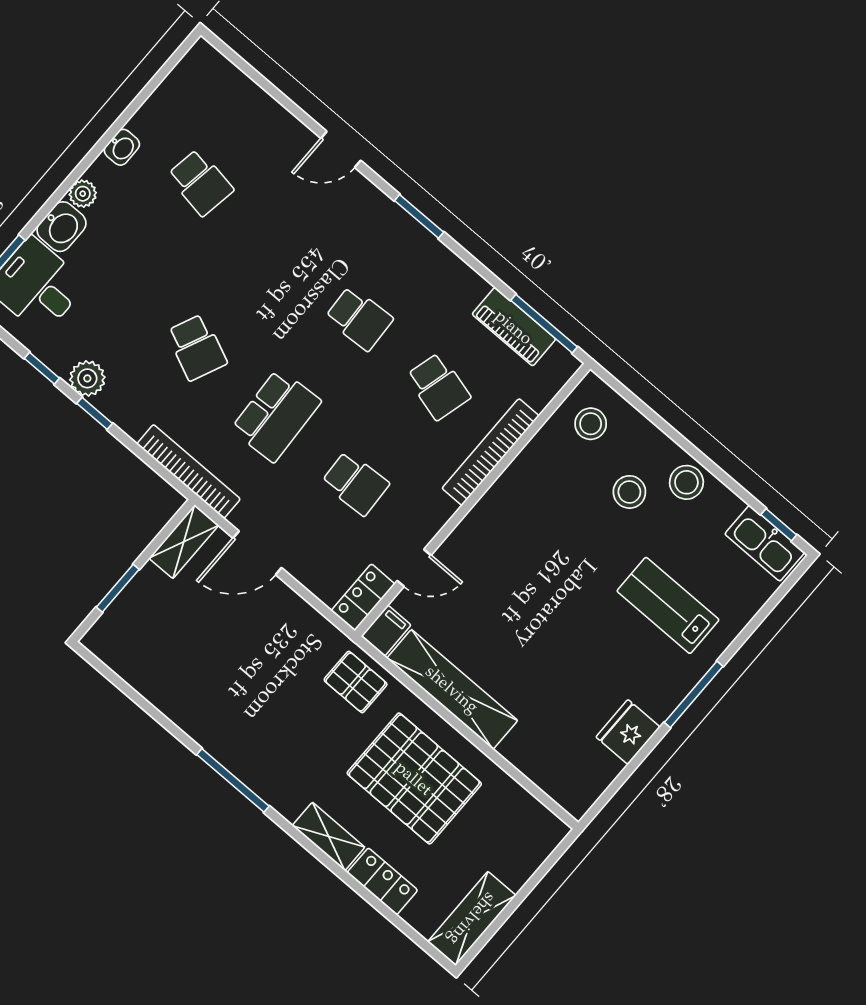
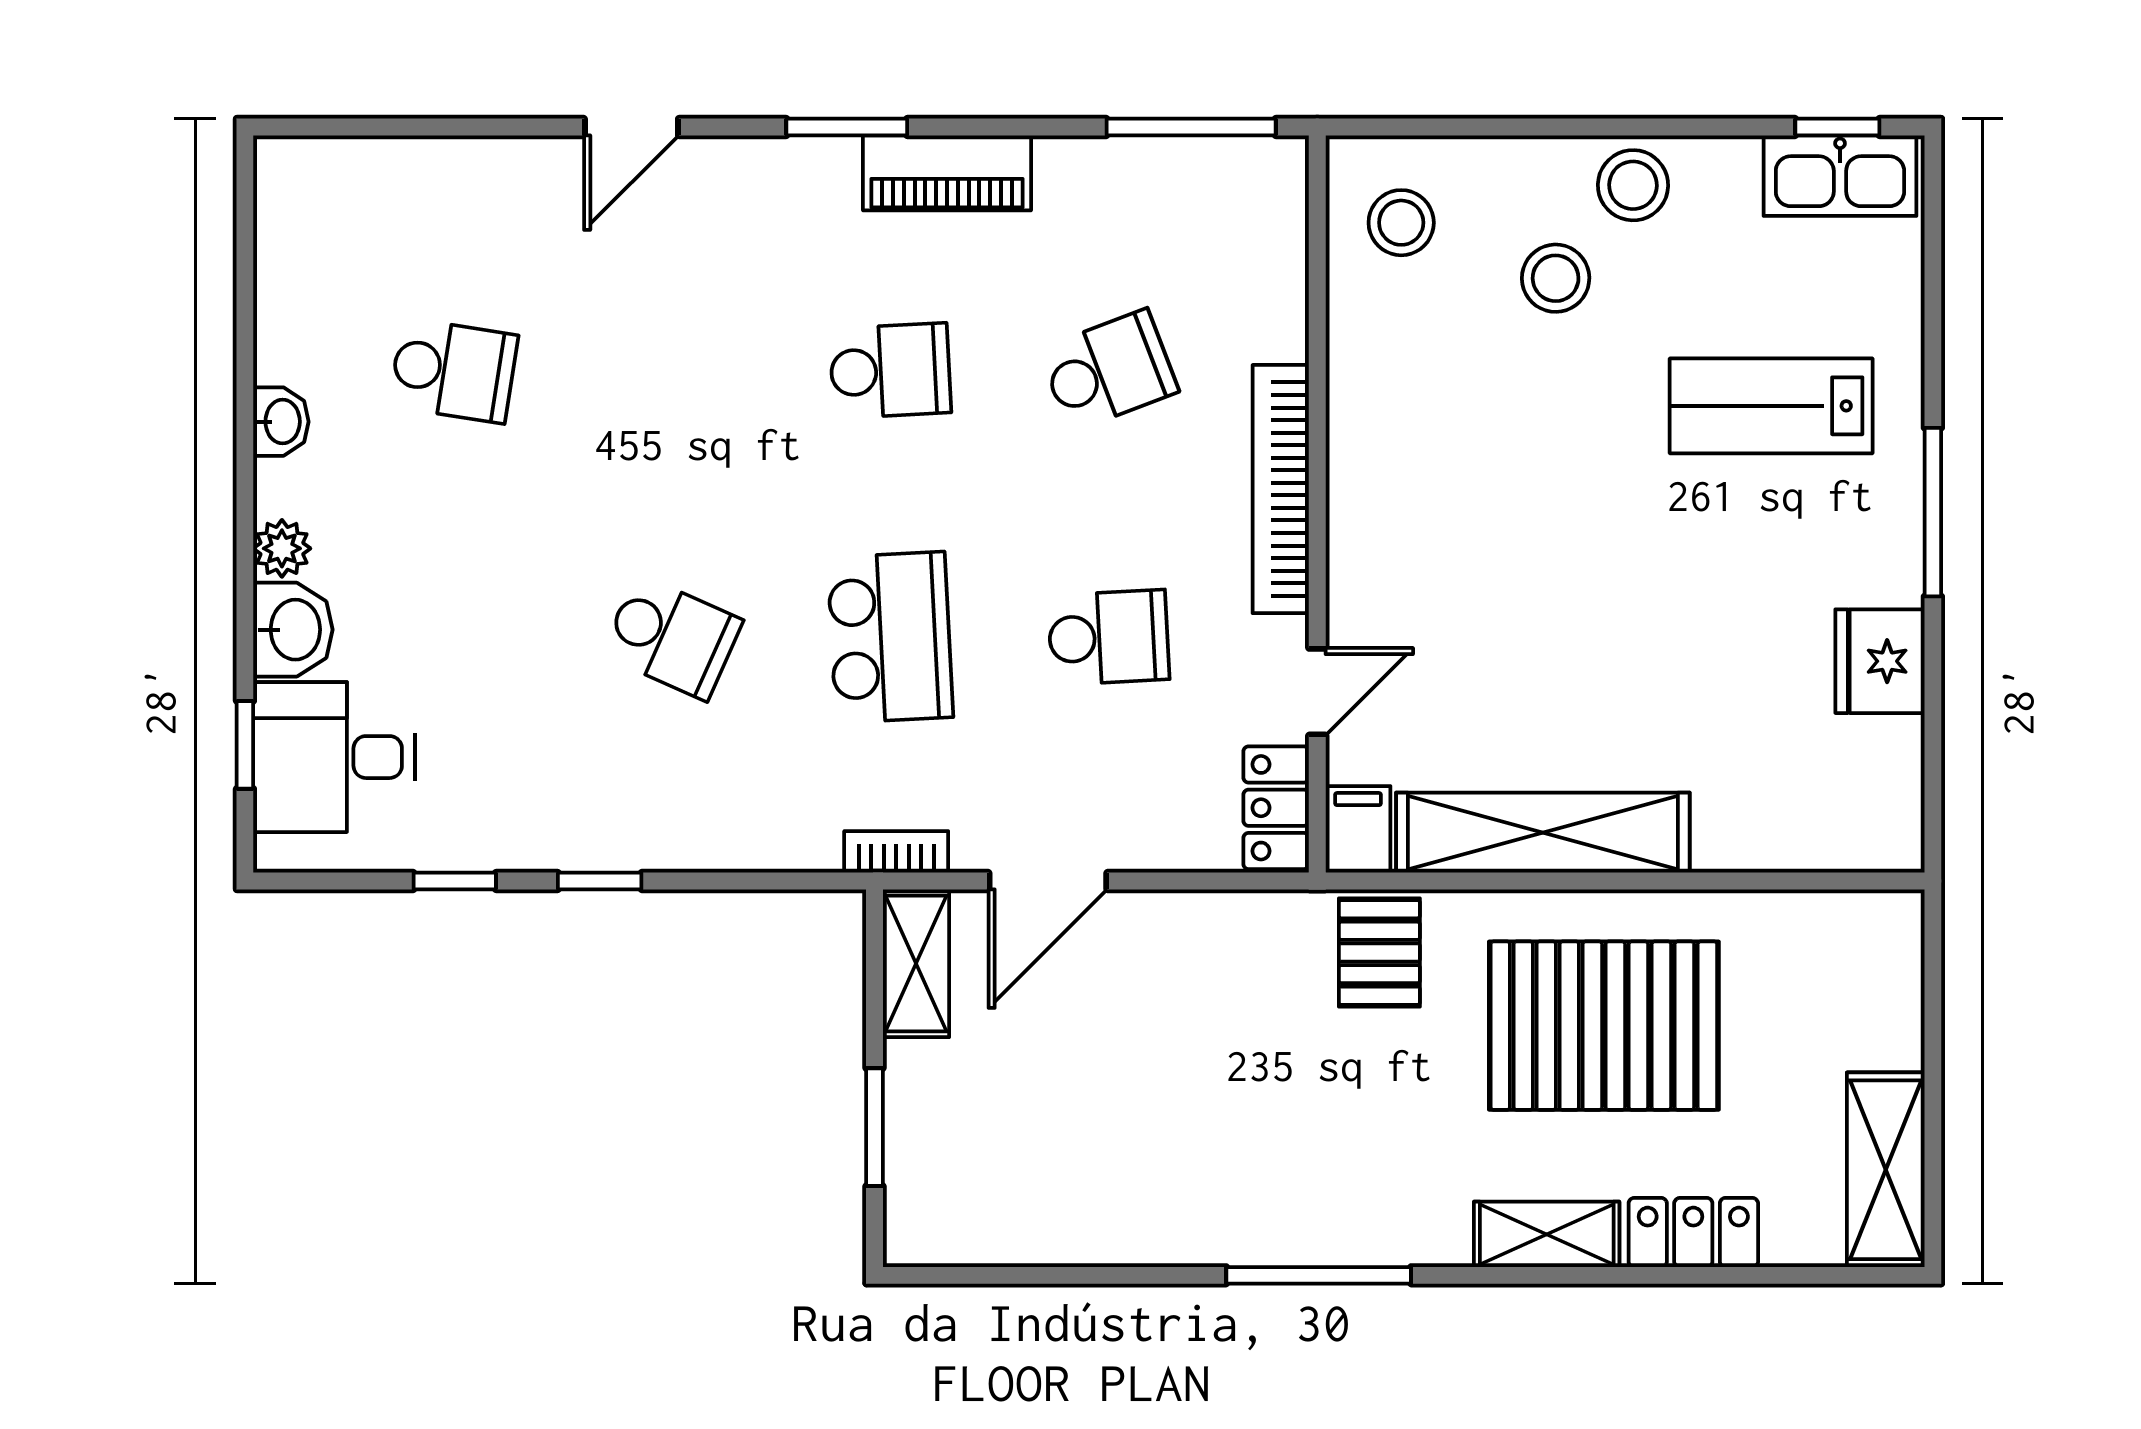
piano: (514, 327) -> (947, 173), moved
plant: (87, 378) -> (541, 835), removed
school desk: (438, 386) -> (1109, 371), turned -36
bookcase: (490, 452) -> (1281, 489), moved
bookcase: (189, 471) -> (896, 852), width x0.43, depth x0.76
pallet: (356, 682) -> (1379, 952), turned 90

